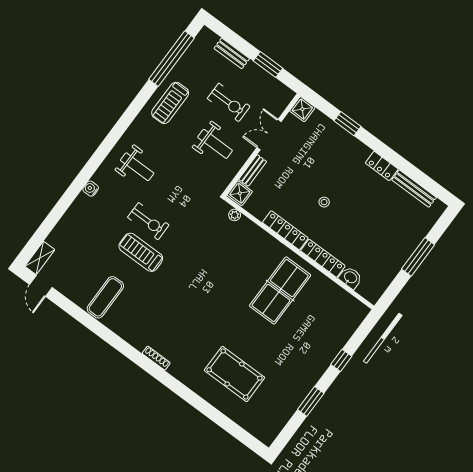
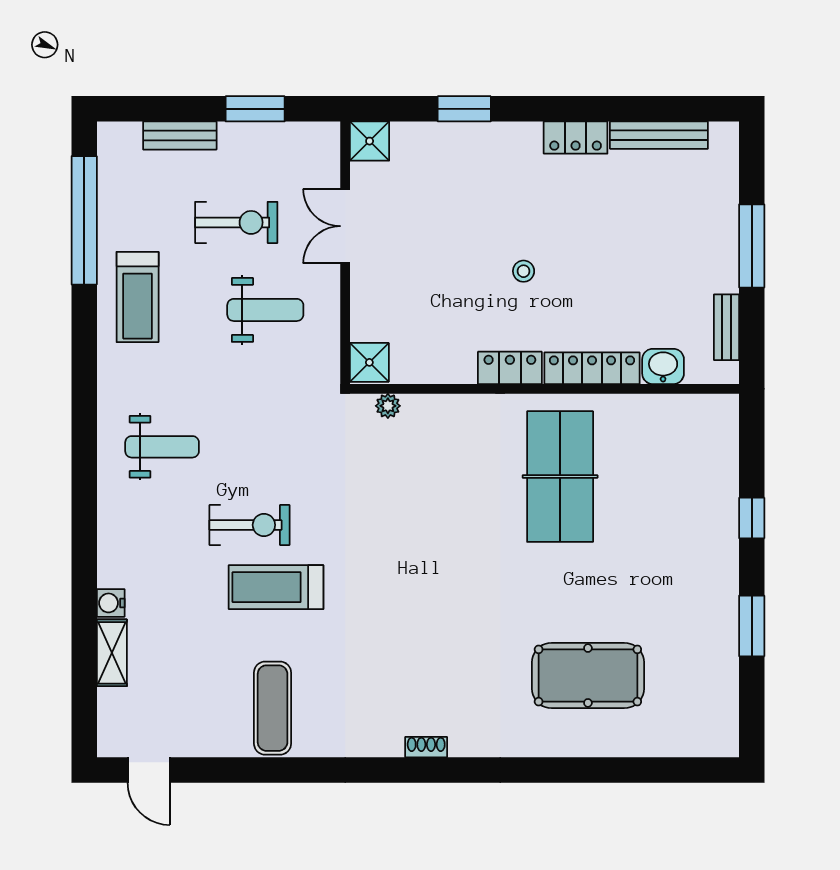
bench: (253, 170) -> (726, 327), moved
water cooler: (91, 189) -> (111, 603), moved
locker: (285, 230) -> (510, 368), width x0.66
shelving: (40, 258) -> (112, 653), moved
shoe rack: (156, 358) -> (426, 747), width x0.70

